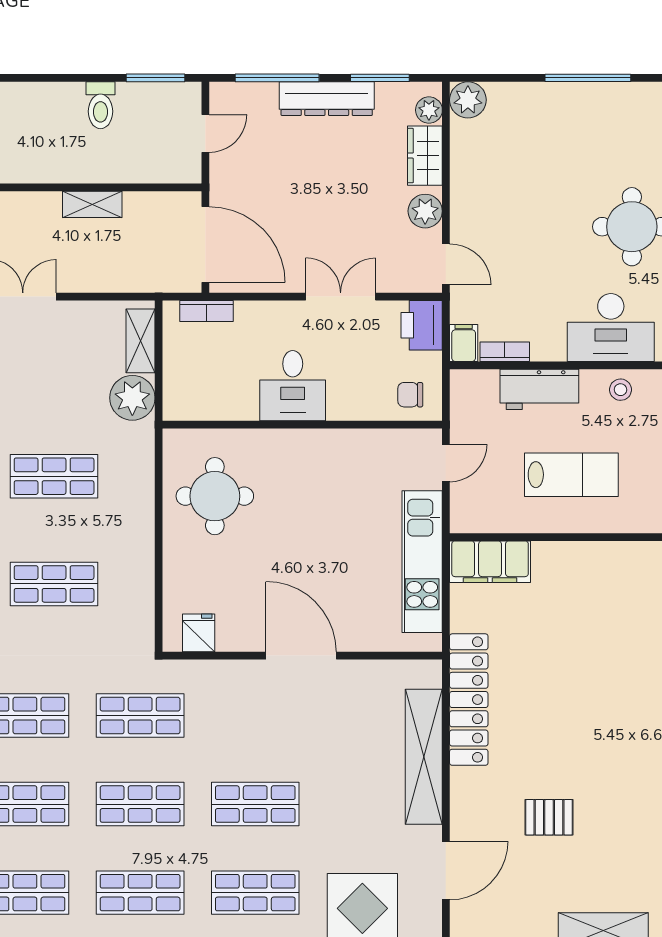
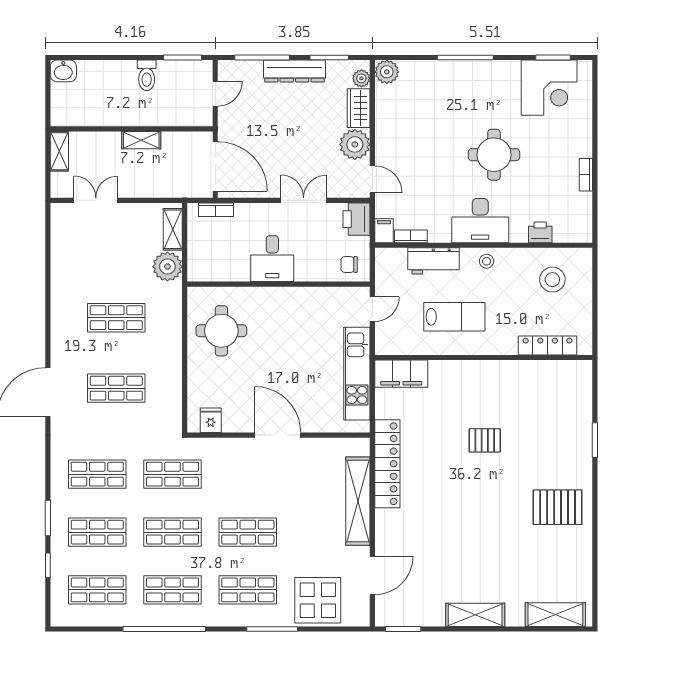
plant: (425, 211) -> (355, 144), width x1.36, depth x1.36
pallet: (549, 817) -> (485, 440), moved

